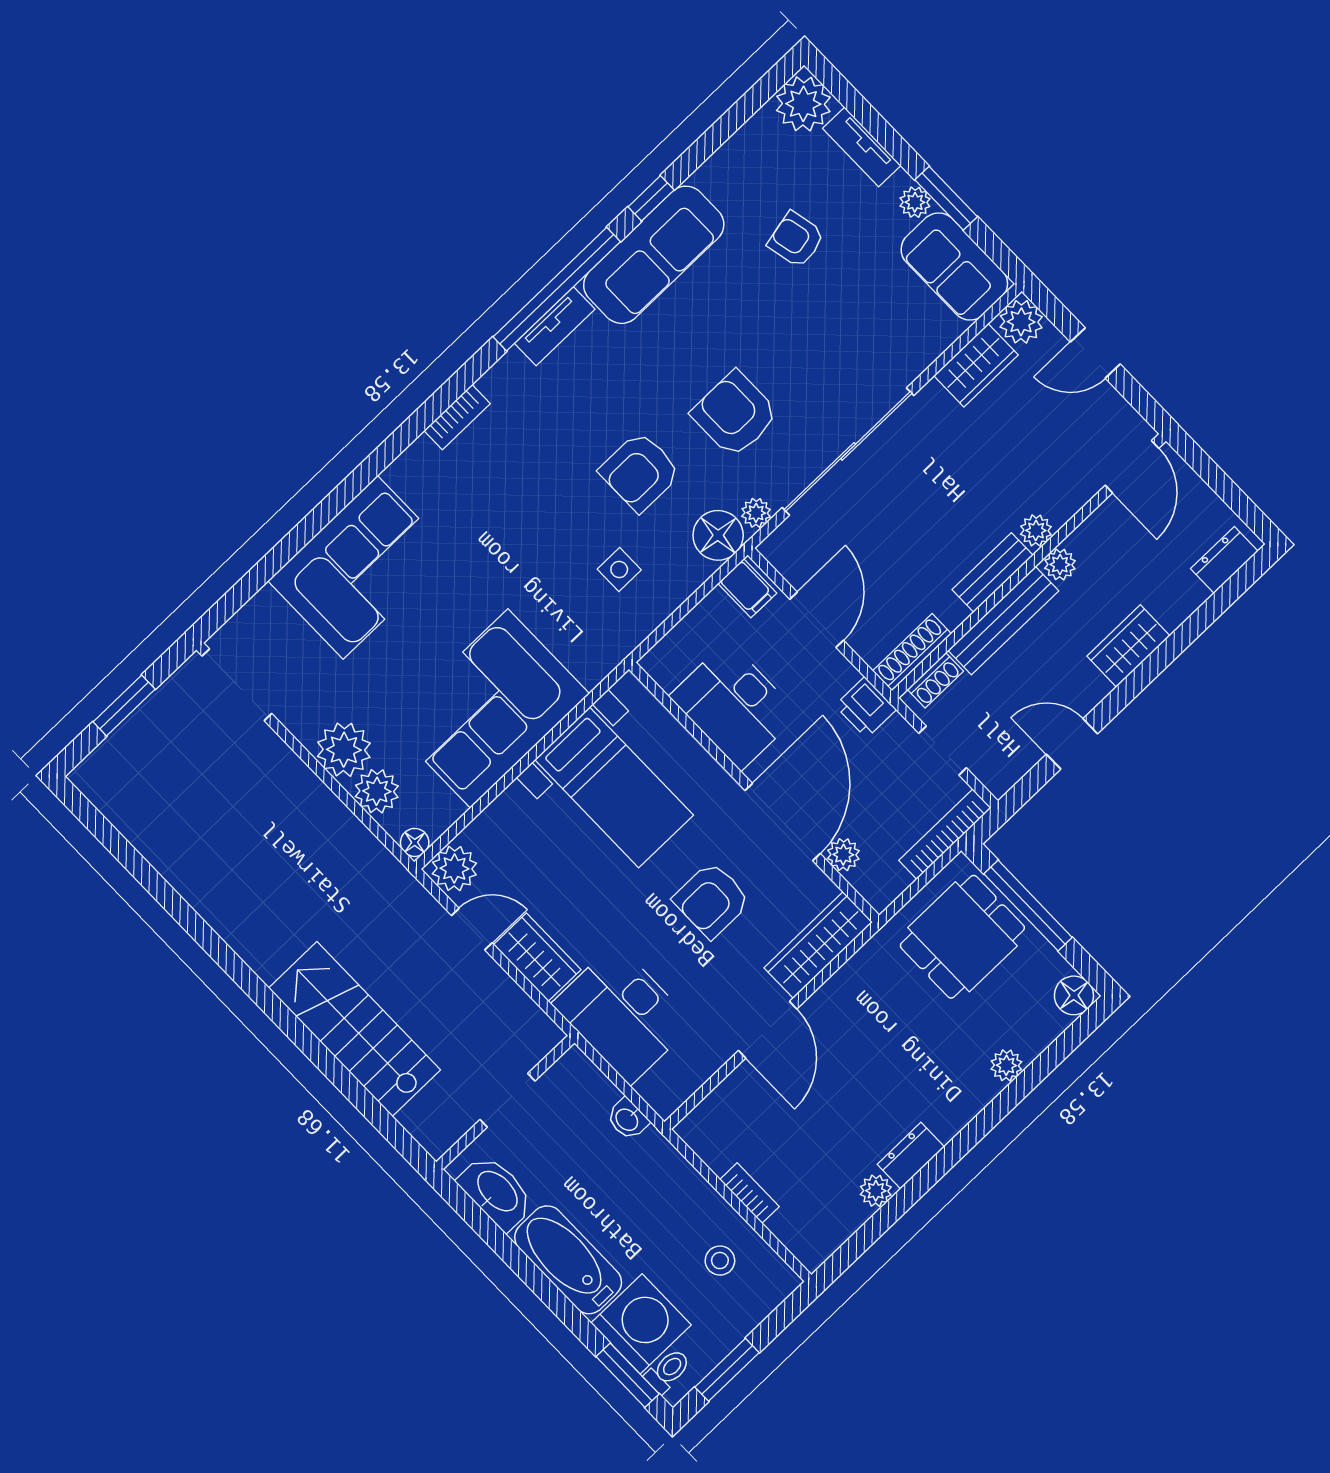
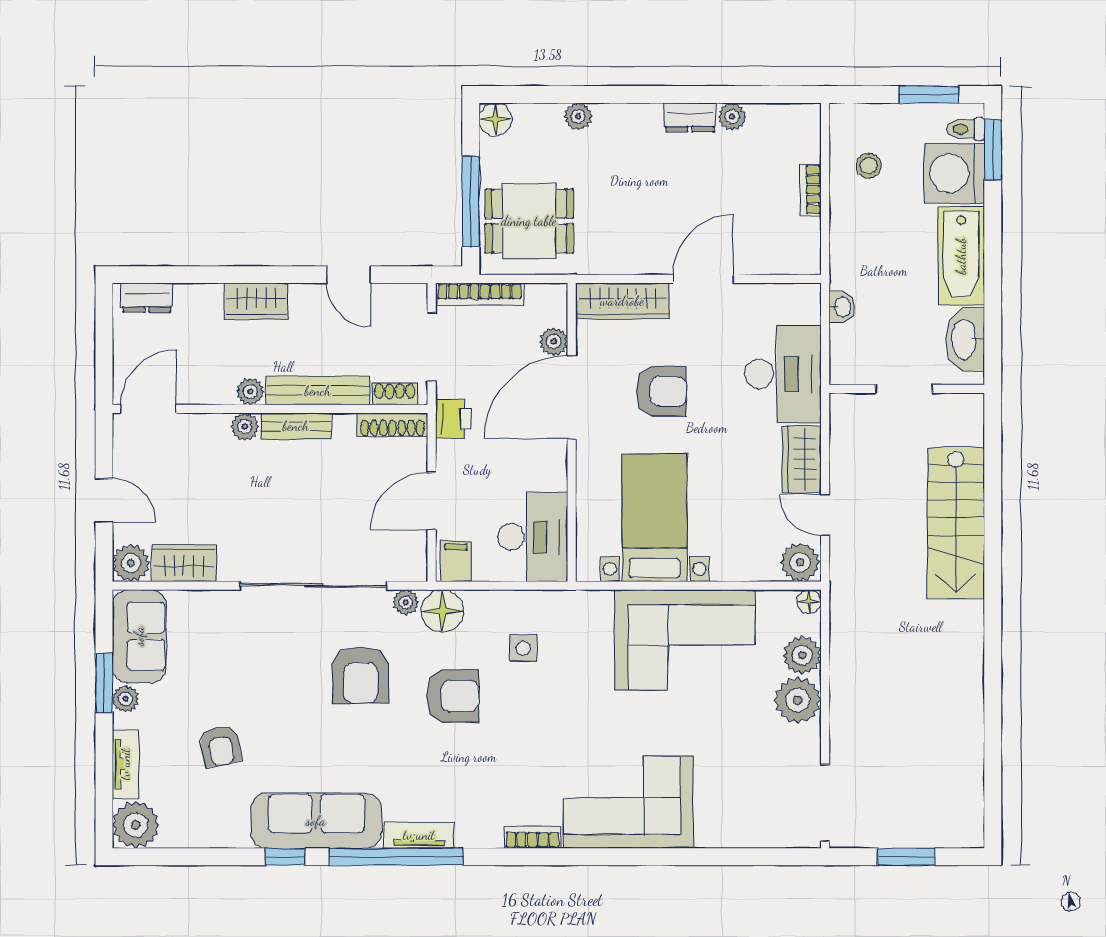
corner sofa: (360, 567) -> (628, 802), moved
desk: (734, 705) -> (533, 537), moved
doorway: (943, 751) -> (432, 347), width x1.38

